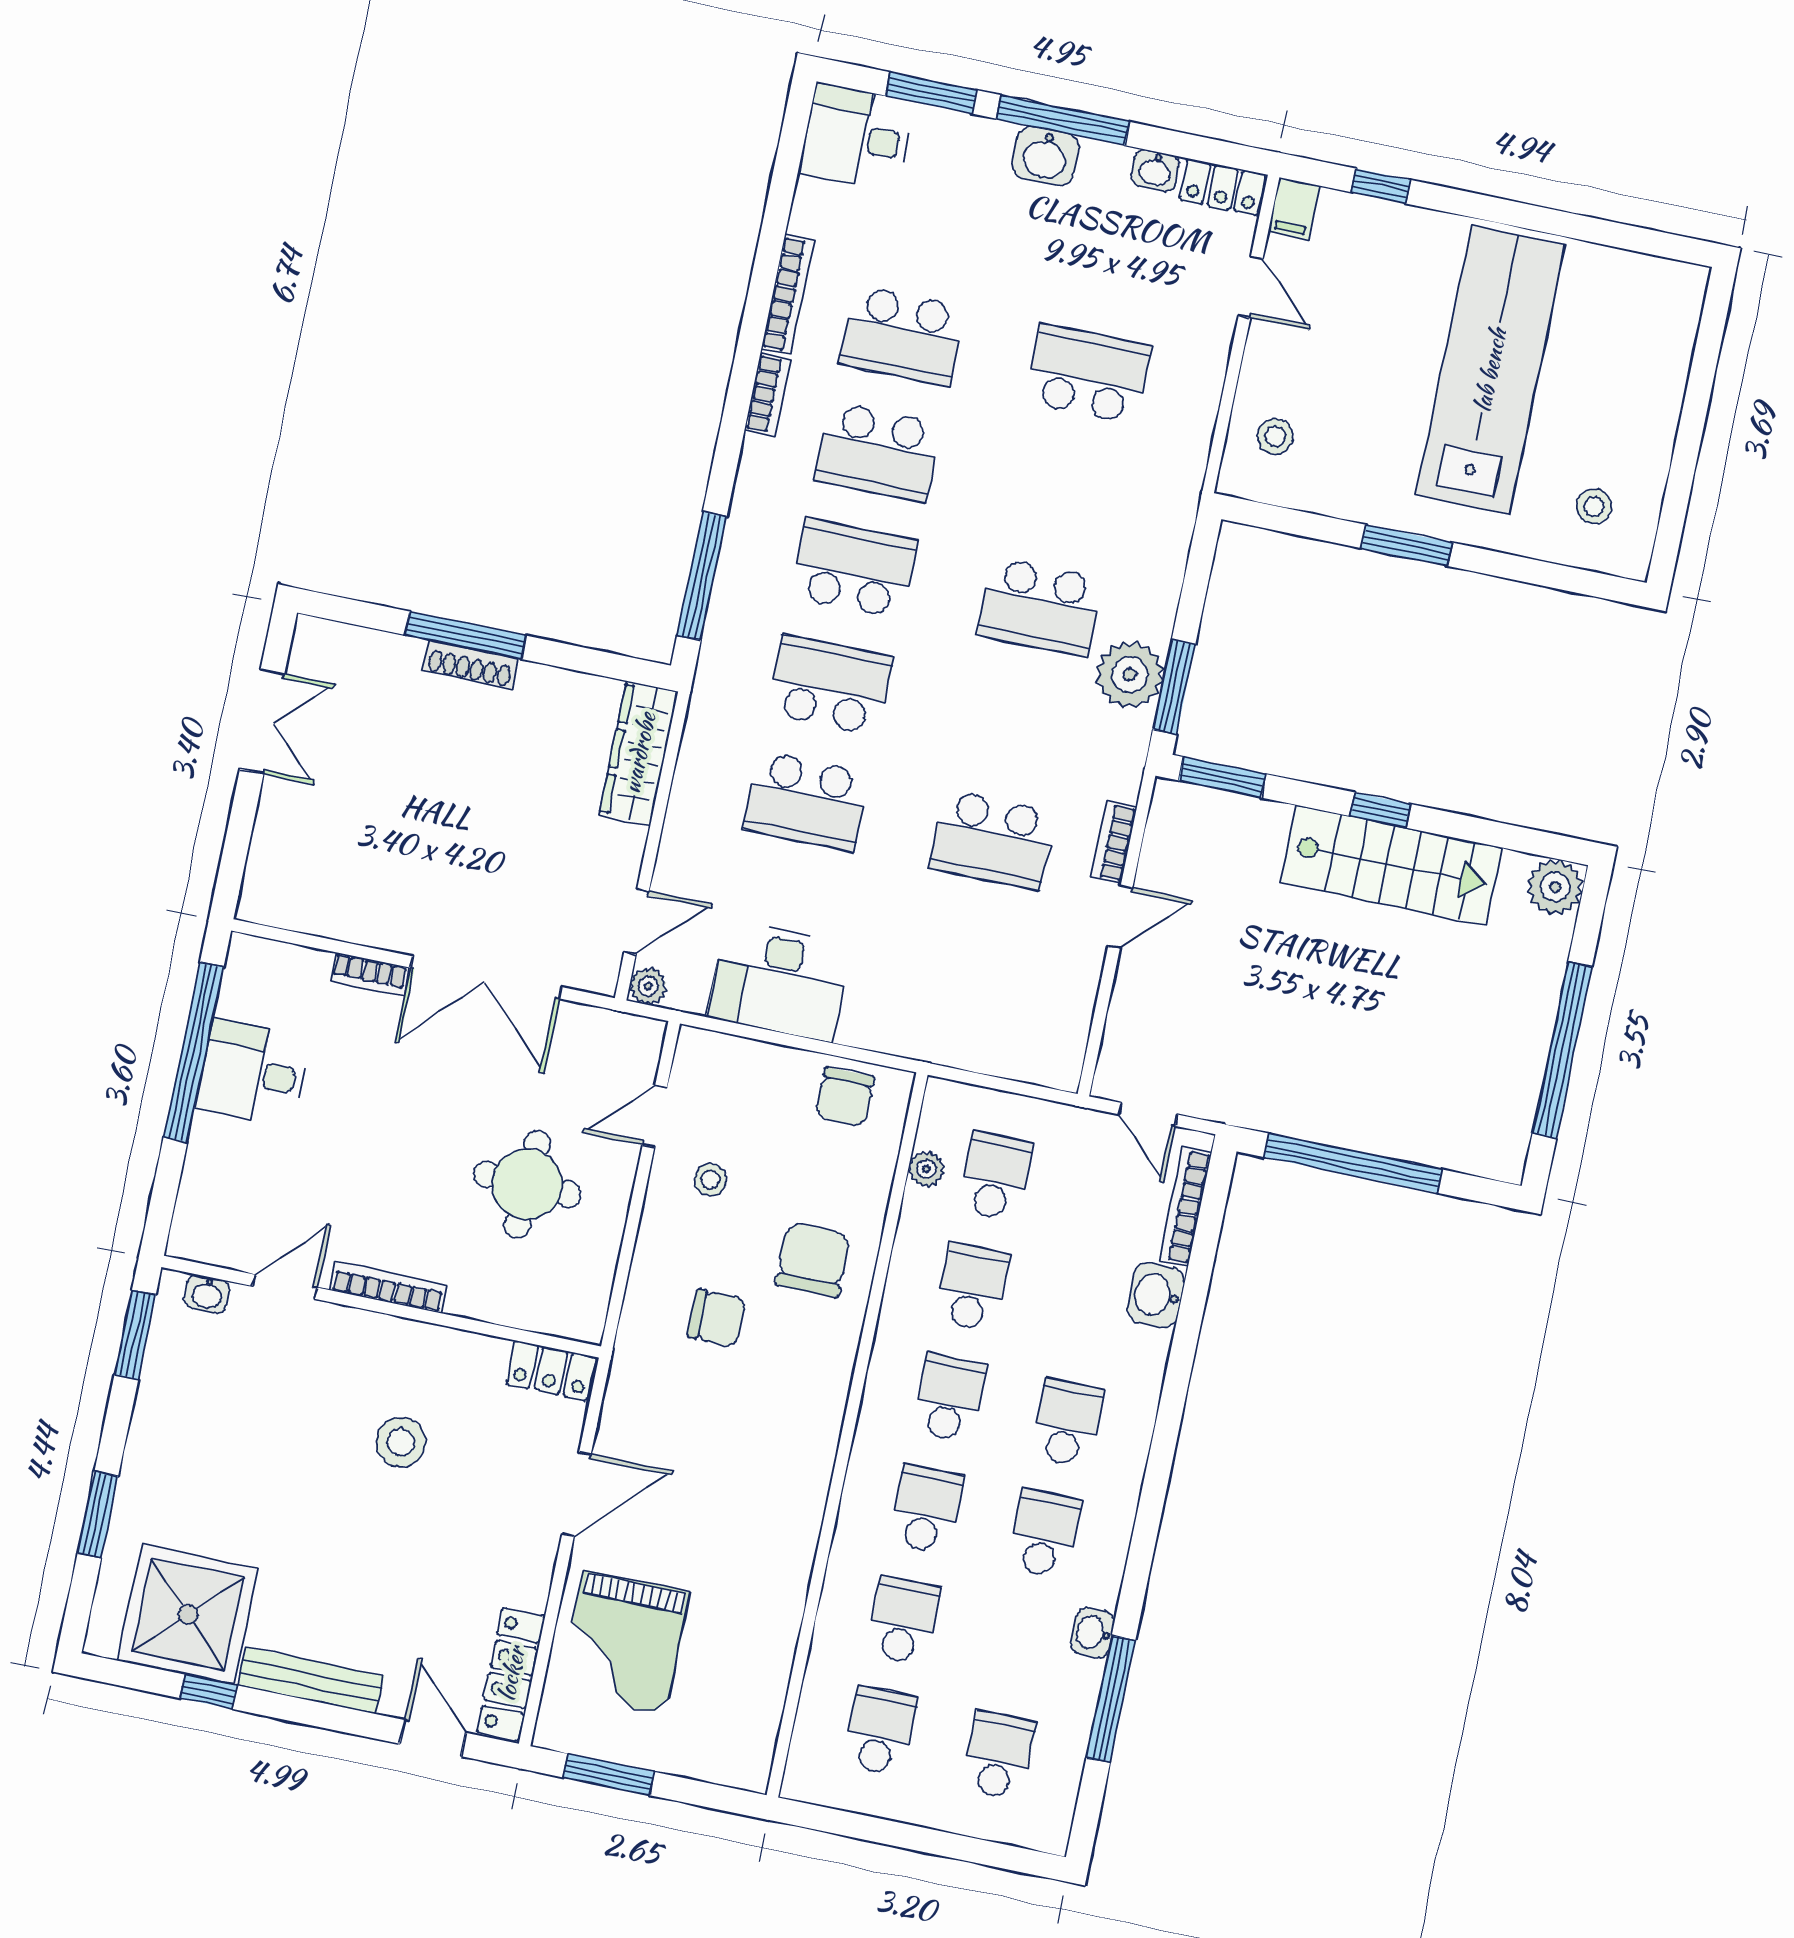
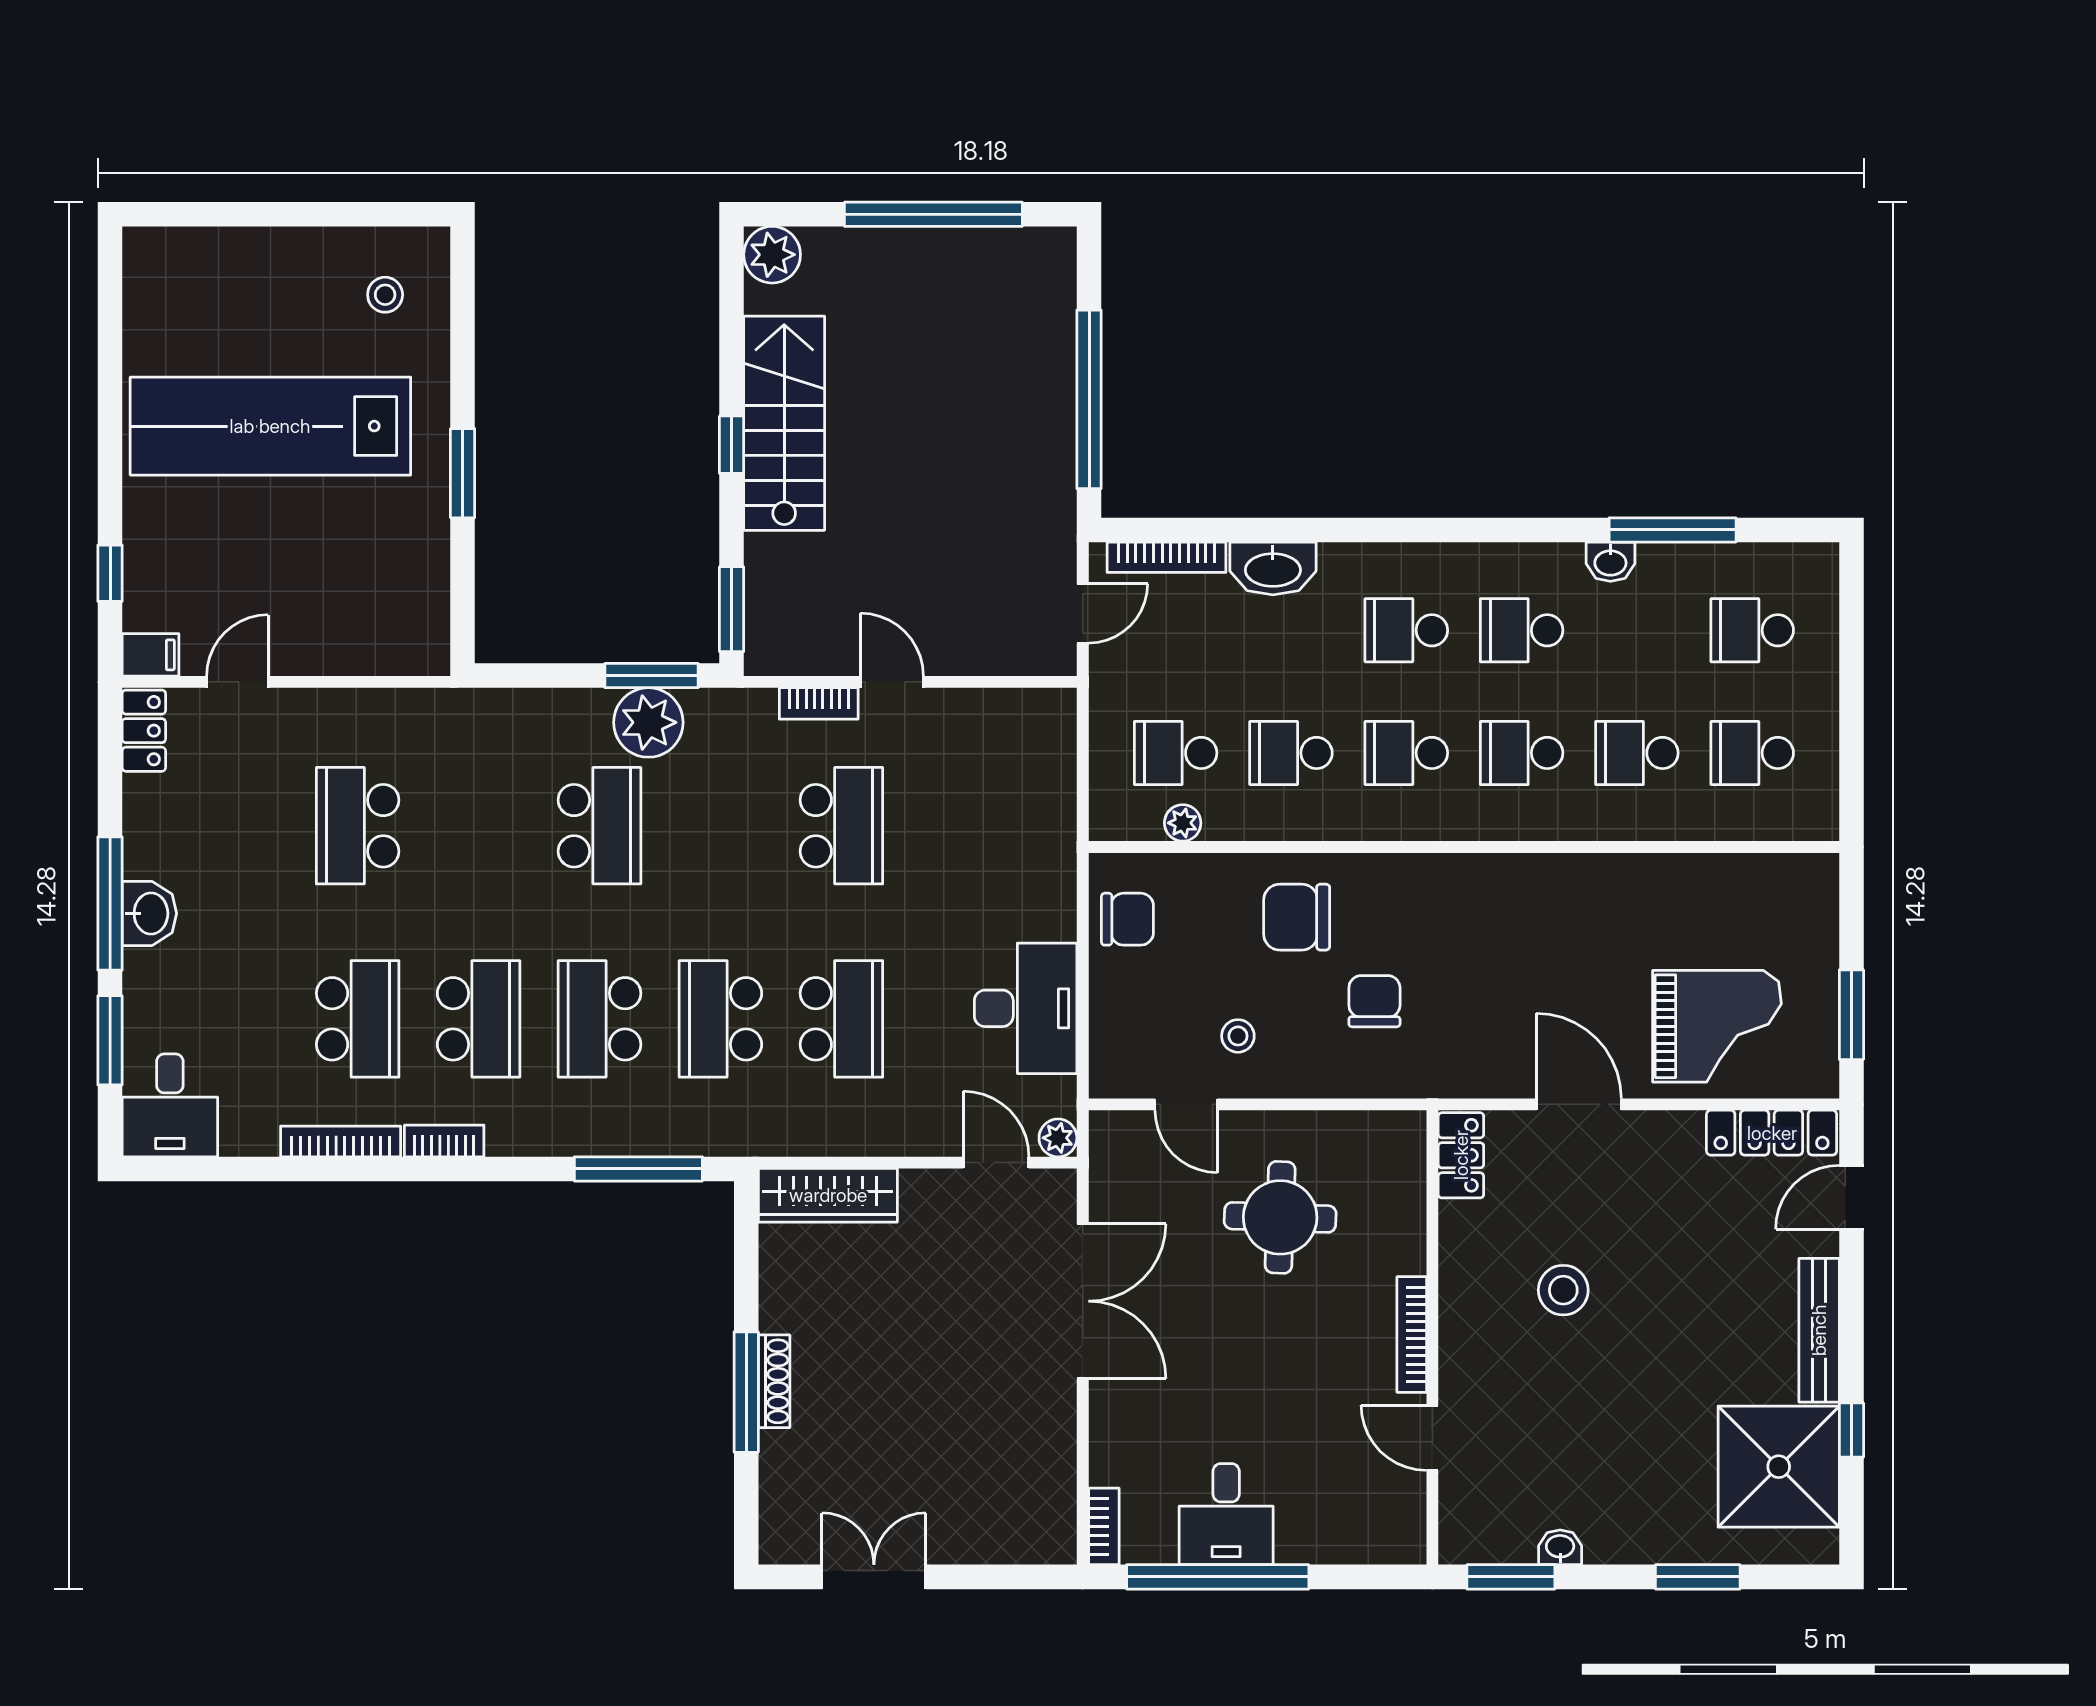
washbasin: (1155, 171) -> (141, 801), removed
stool: (1275, 436) -> (381, 627), removed
bookcase: (369, 974) -> (1104, 1526), moved
washbasin: (207, 1294) -> (1560, 1547), moved, turned -90
washbasin: (1156, 1295) -> (1273, 568), width x1.38

